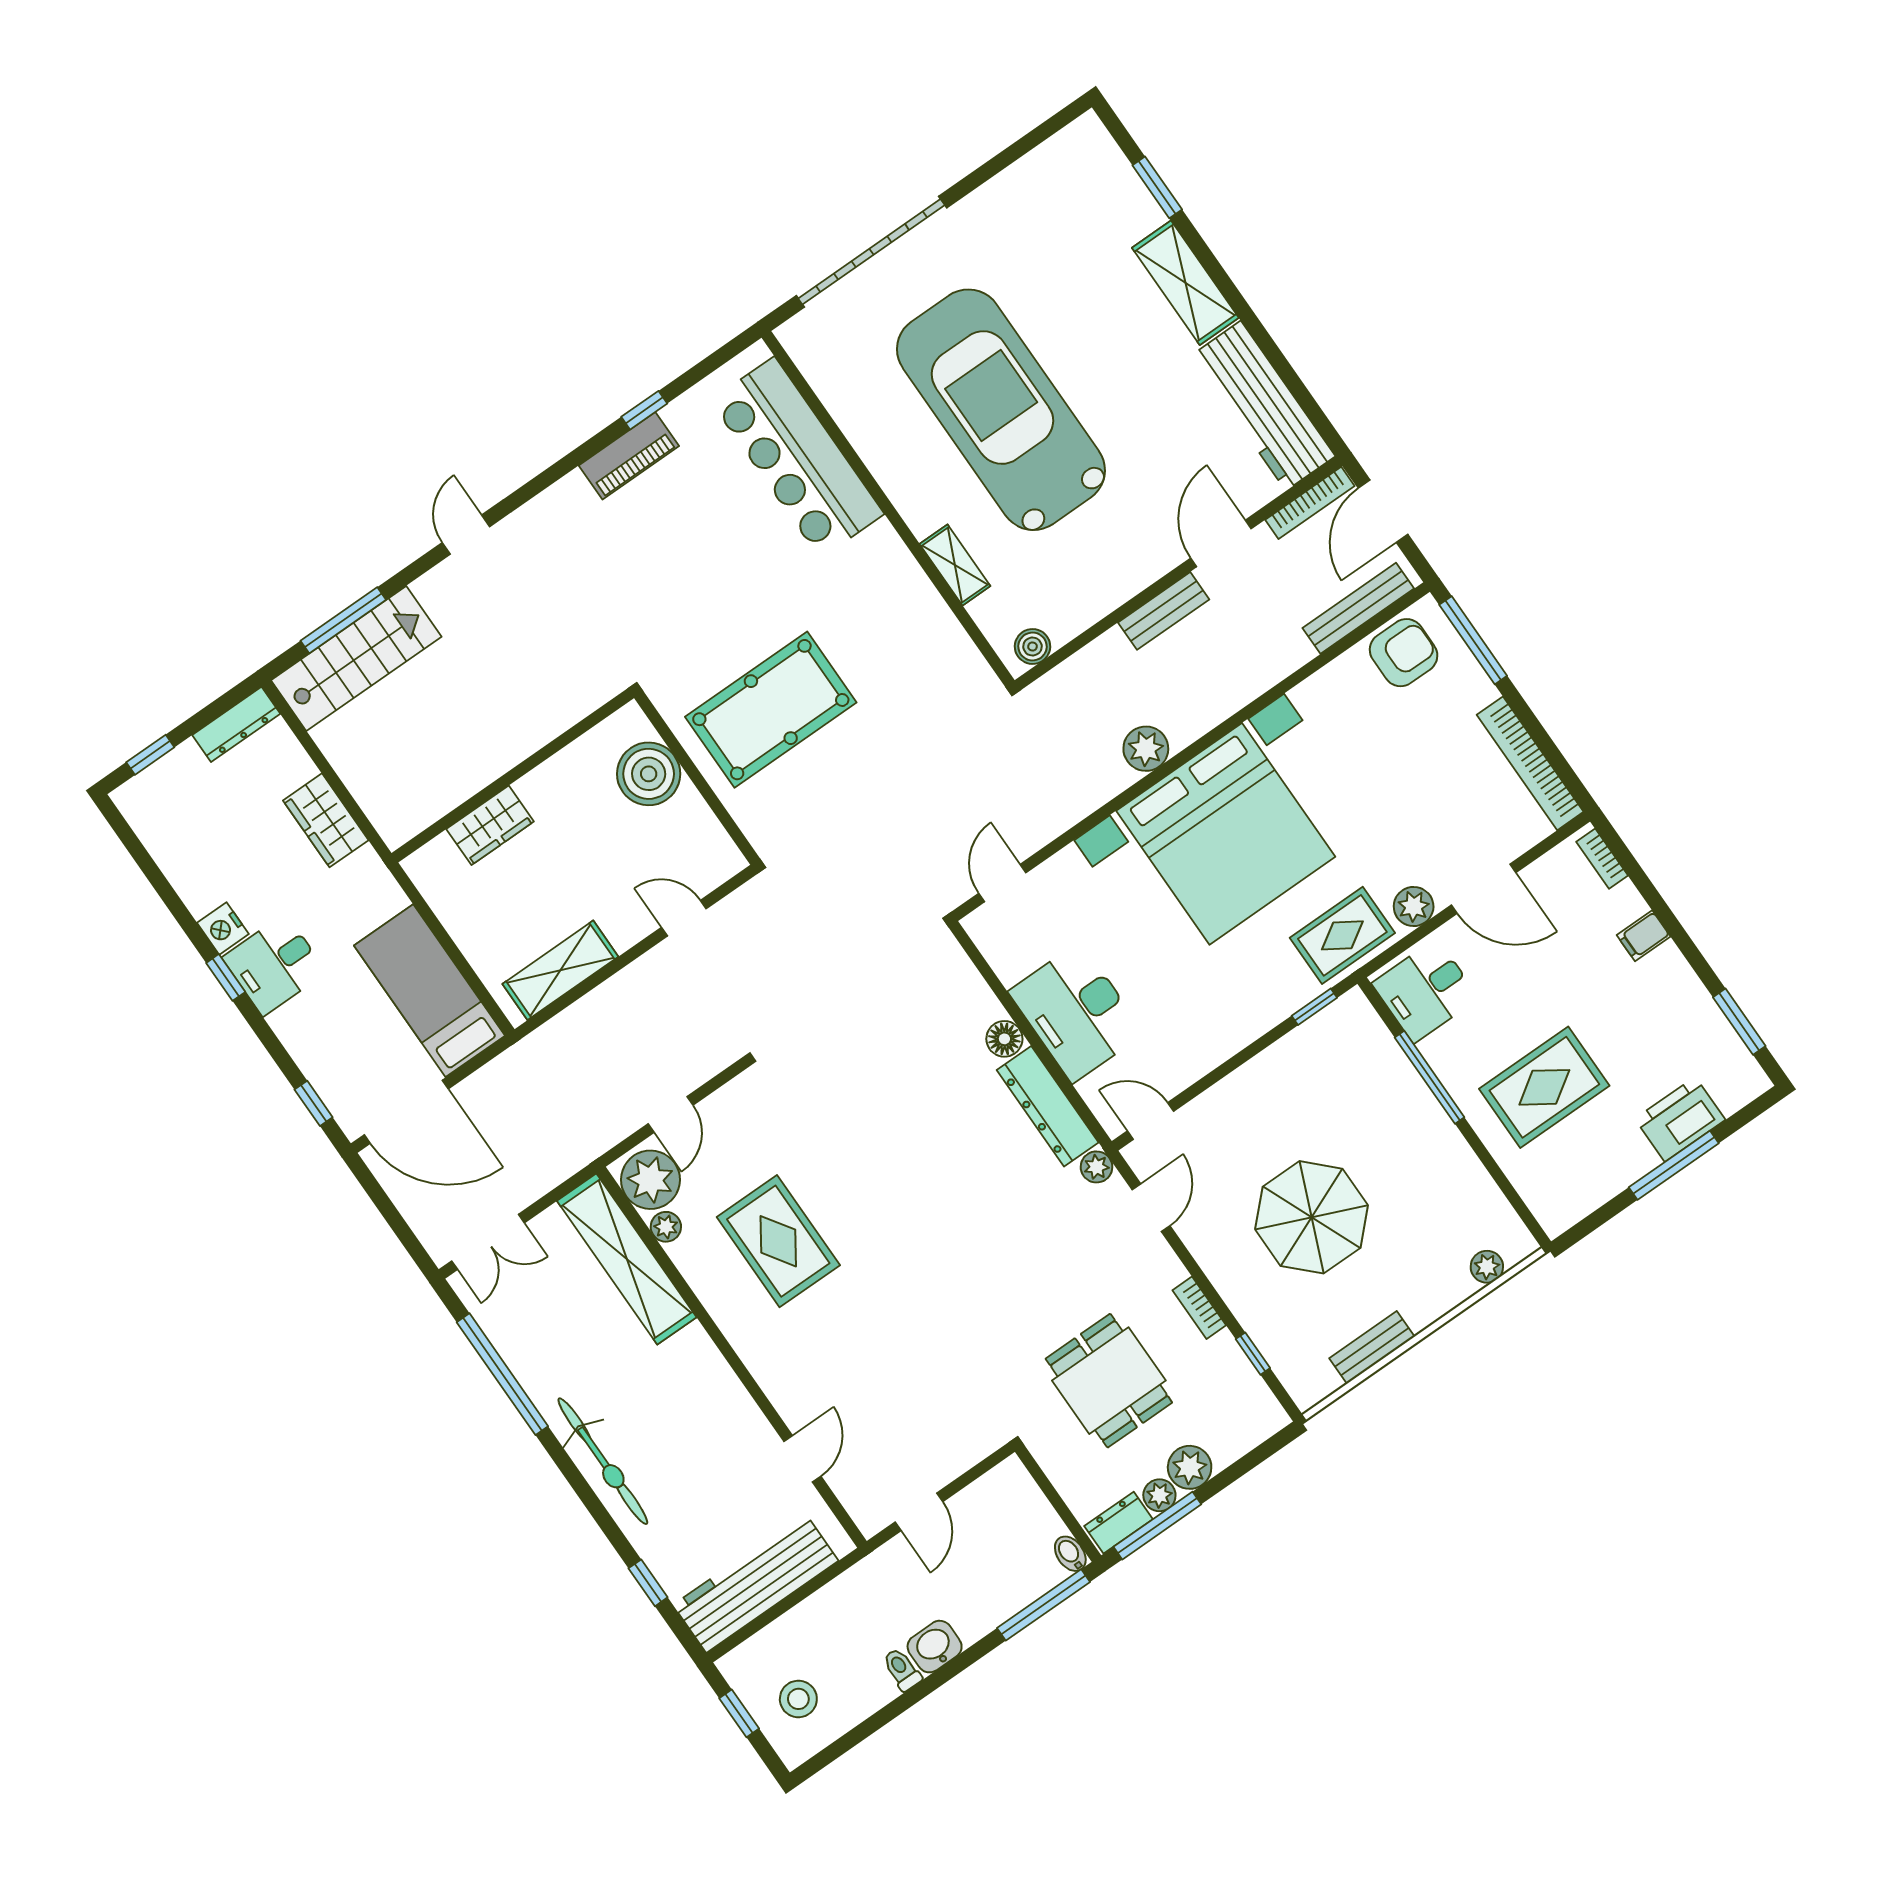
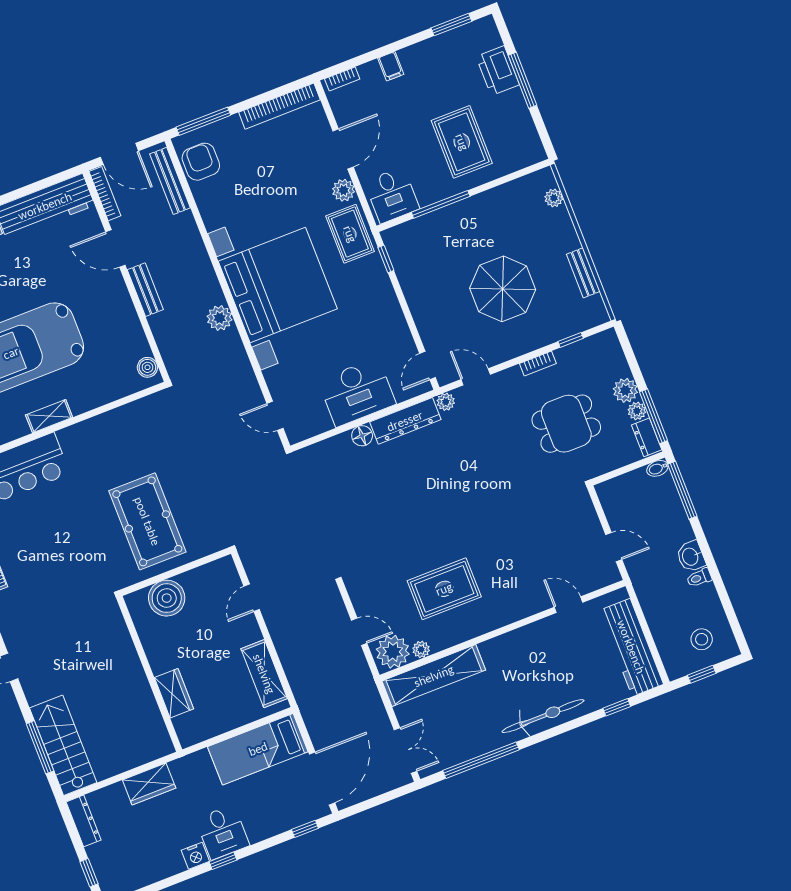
shelving: (955, 565) -> (49, 416), moved

